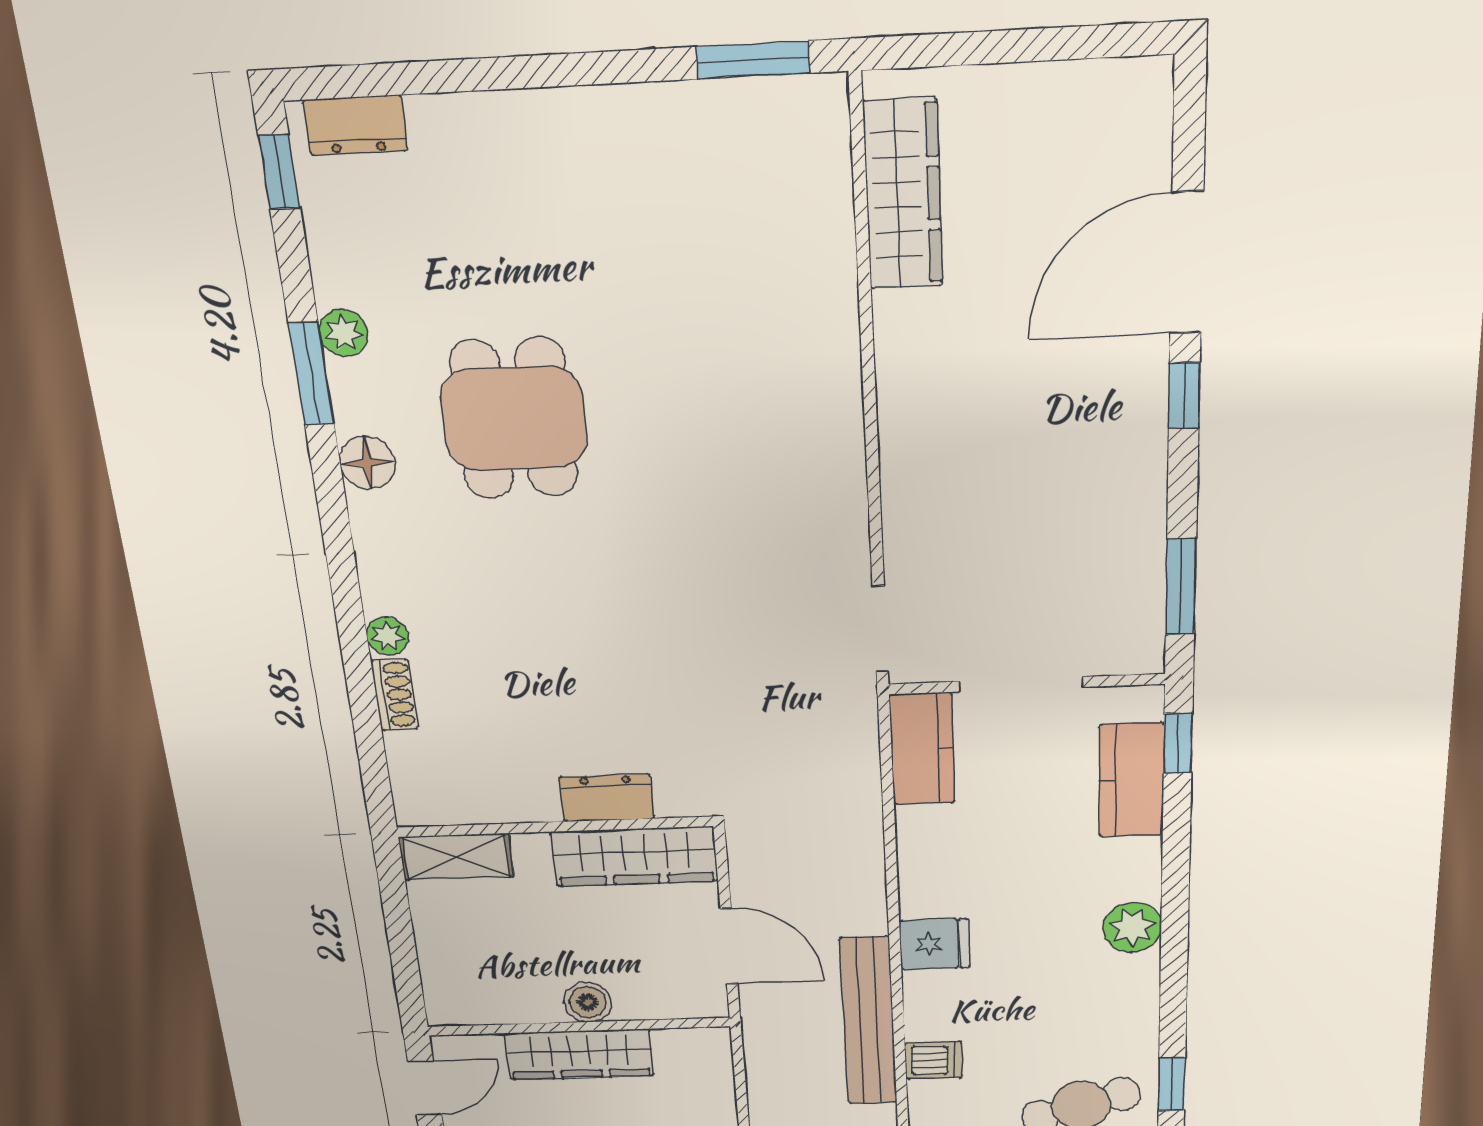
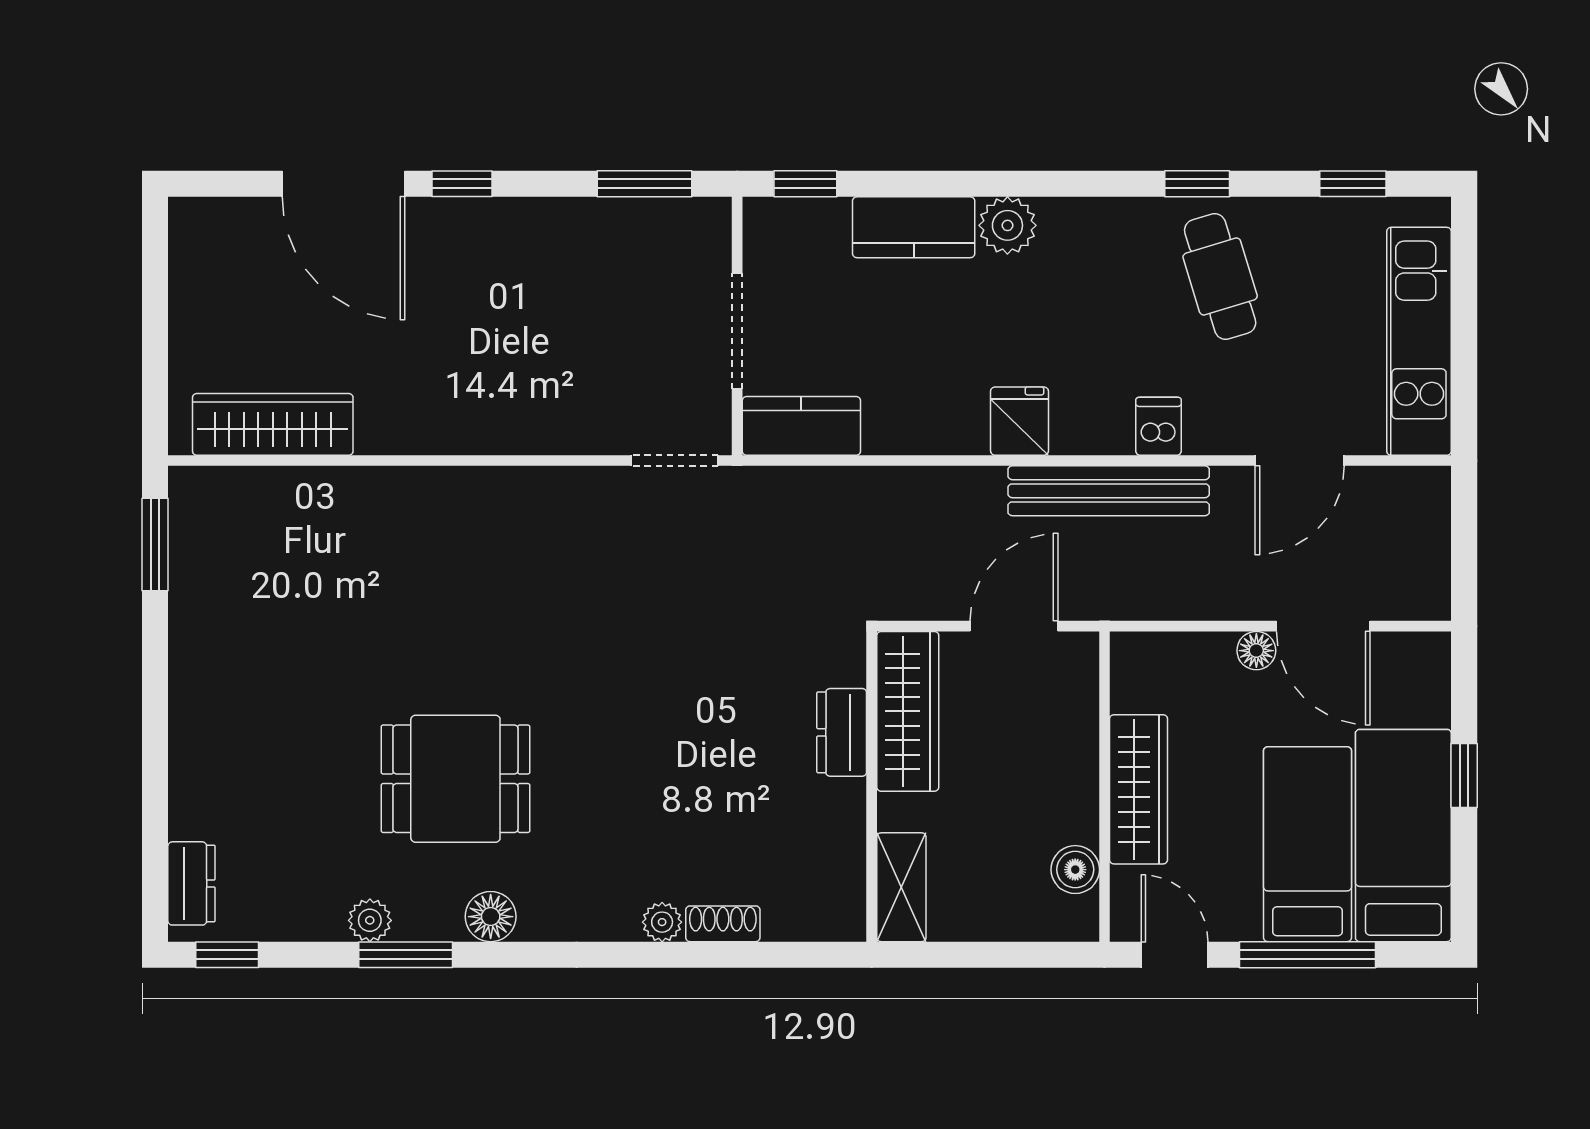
kitchen counter: (1132, 780) -> (914, 227), moved
boiler: (588, 1002) -> (1075, 870), moved

